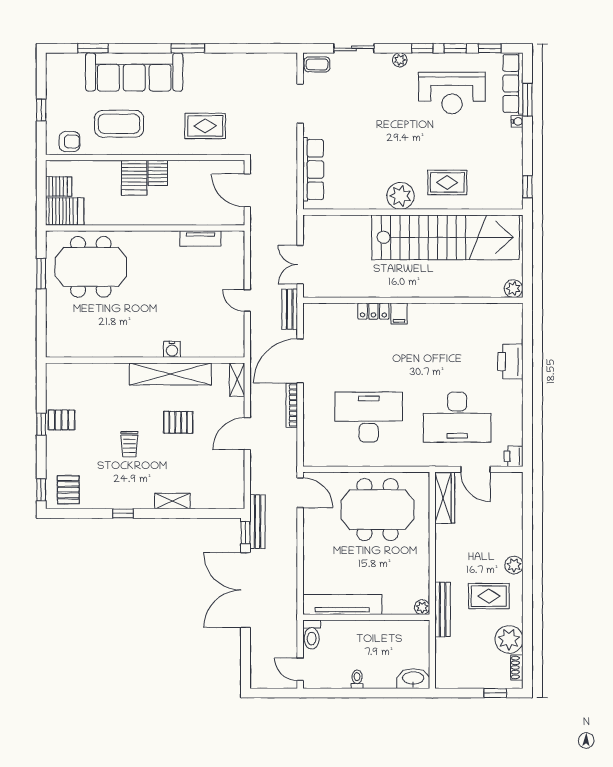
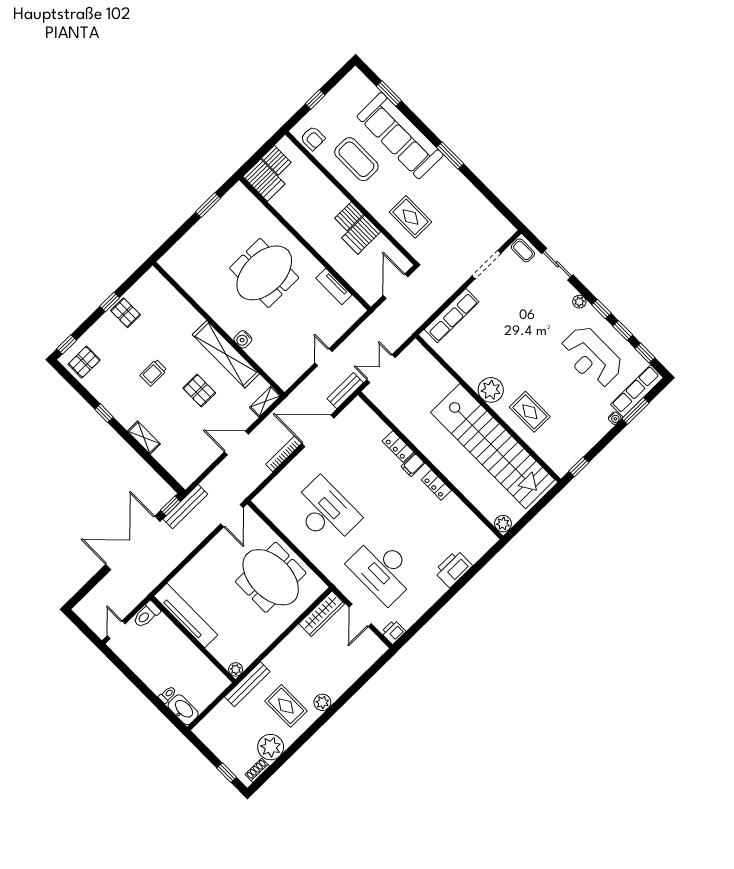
server rack: (134, 178) -> (361, 235), moved
meeting table: (91, 267) -> (264, 273), moved, turned 90
locker: (433, 311) -> (436, 485), added
toilet: (357, 679) -> (167, 695), moved

